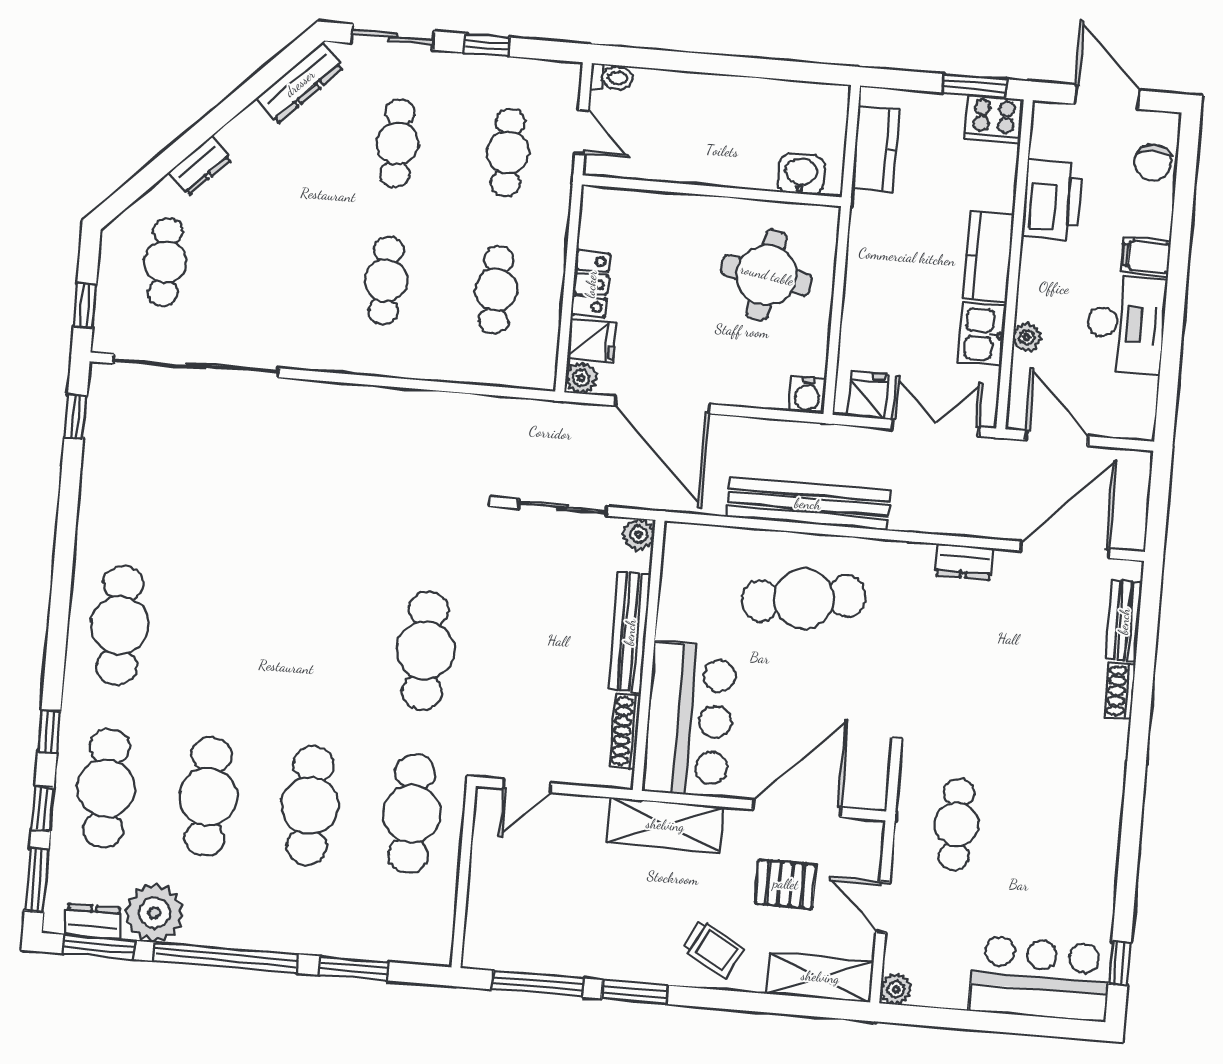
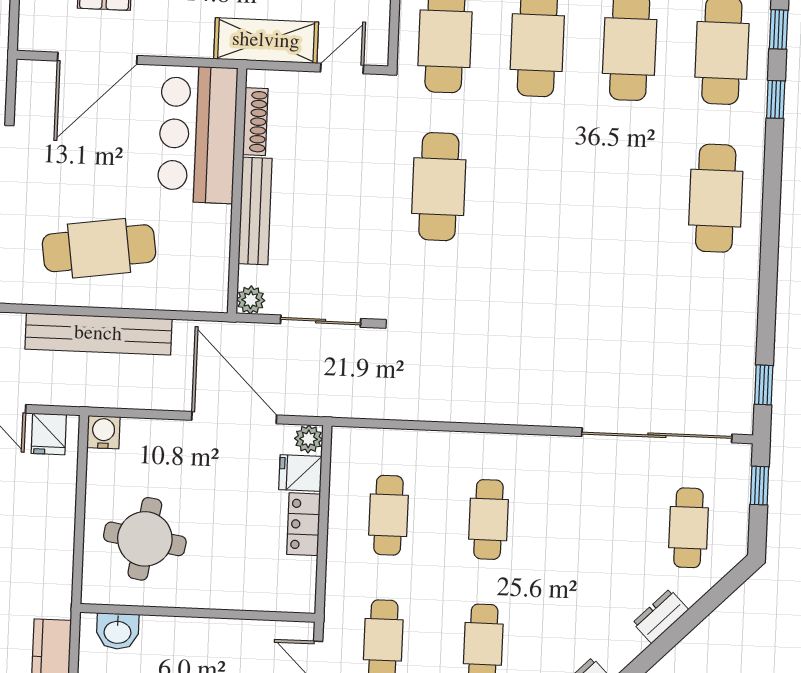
shelving: (665, 825) -> (266, 41), moved

